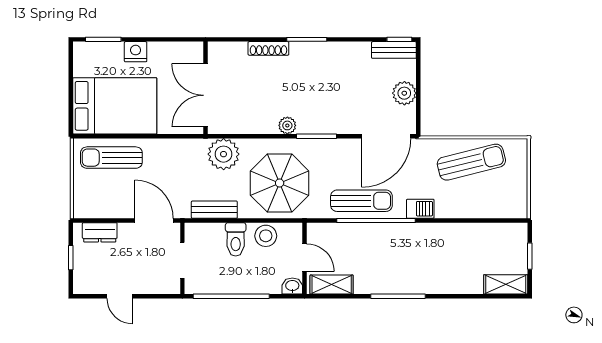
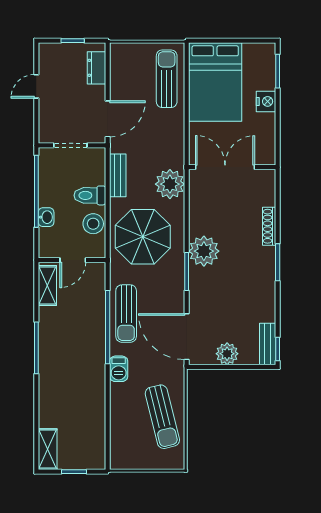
plant: (287, 125) -> (204, 251), width x1.88, depth x1.88
washbasin: (292, 286) -> (46, 217), moved

